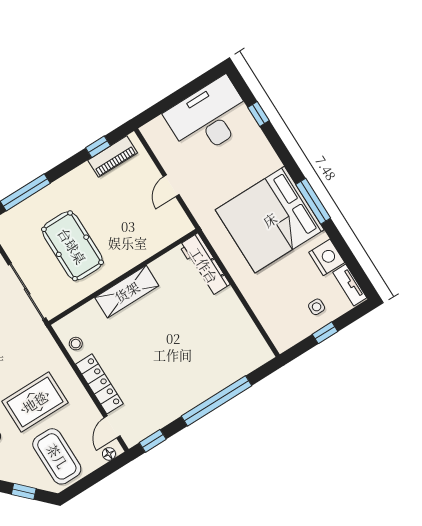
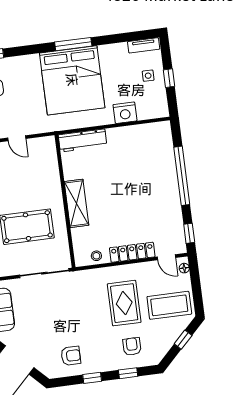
nightstand: (327, 257) -> (125, 113), moved, turned 180

